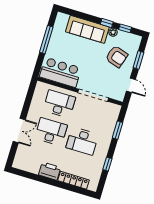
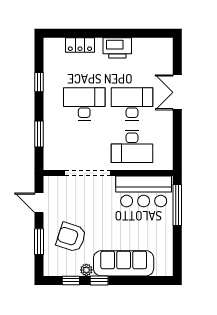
window: (46, 40) -> (177, 205), moved
desk: (51, 132) -> (132, 104), turned 180
locker: (73, 180) -> (80, 45), width x0.66

